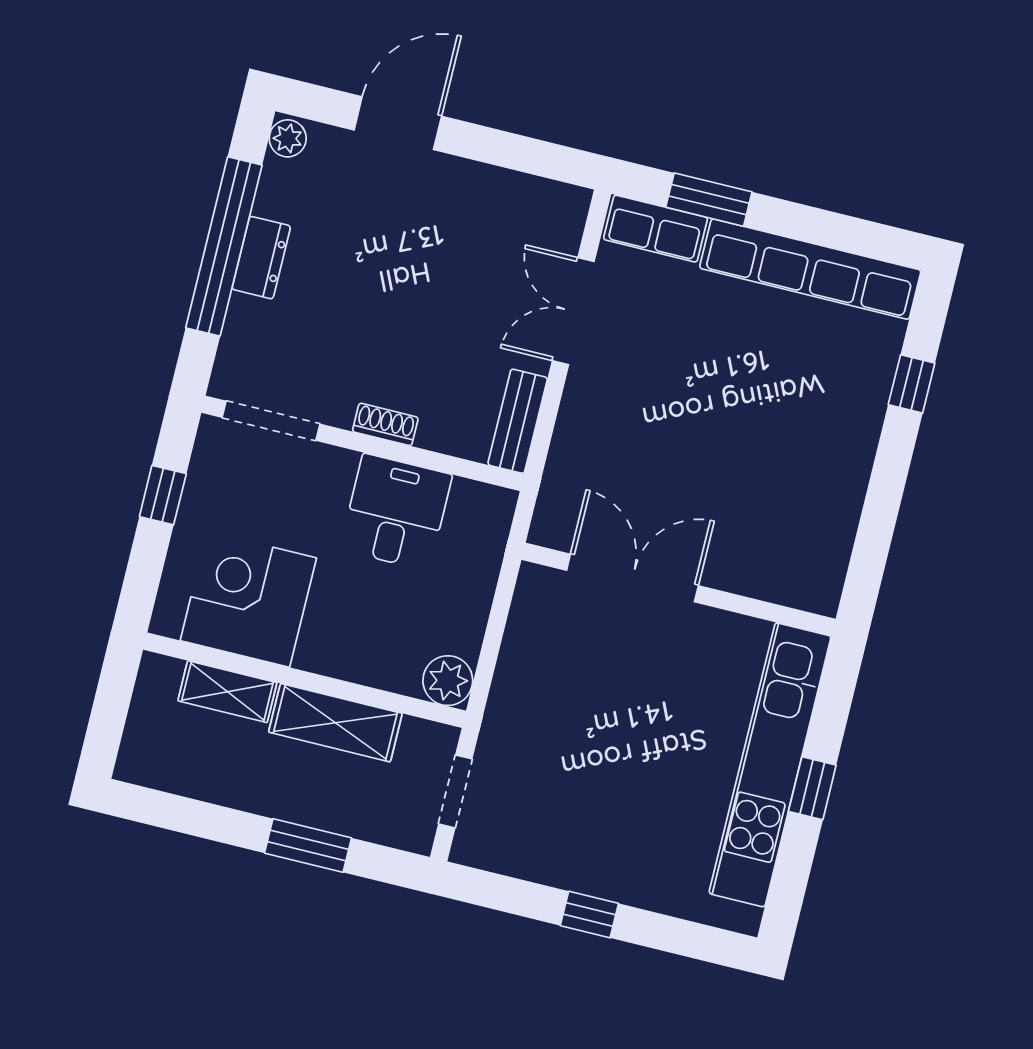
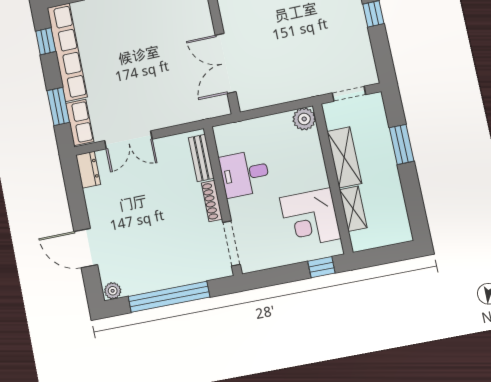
window: (854, 235) -> (46, 41), added
dresser: (261, 258) -> (88, 170), moved, turned 90
bench: (518, 421) -> (201, 158), moved, turned 90
shoe rack: (385, 424) -> (212, 201), width x1.43
window: (163, 495) -> (321, 267), moved

